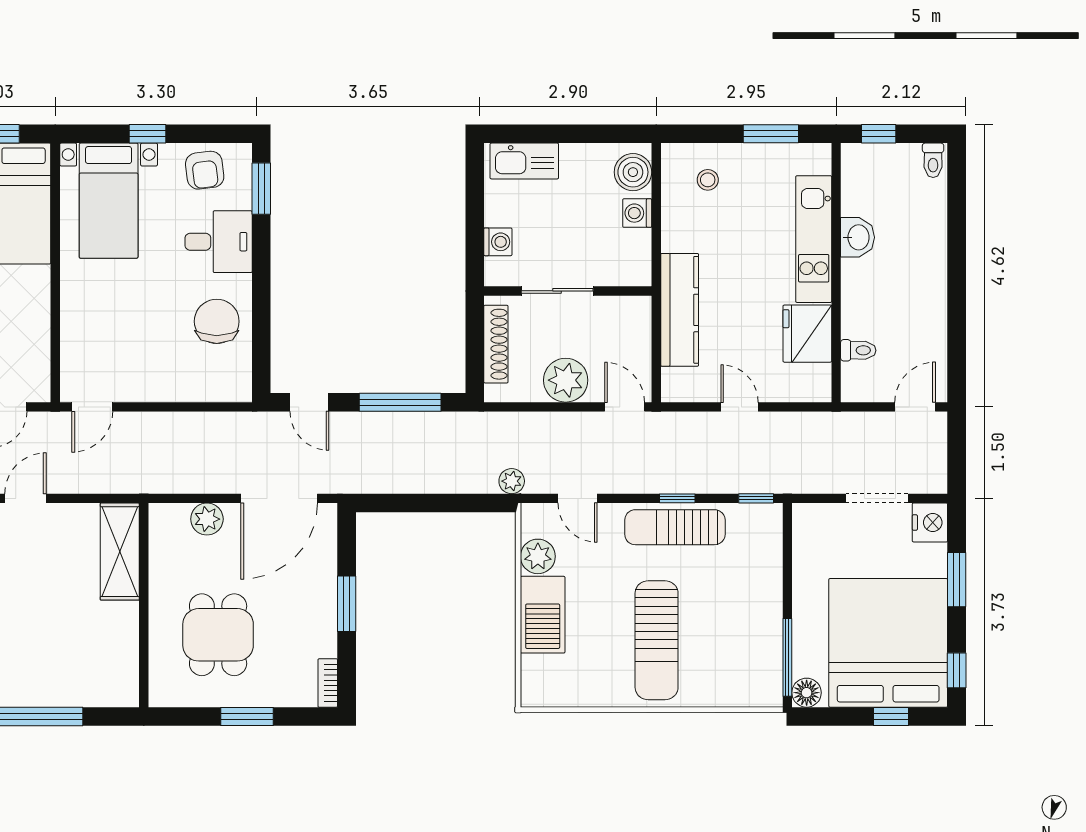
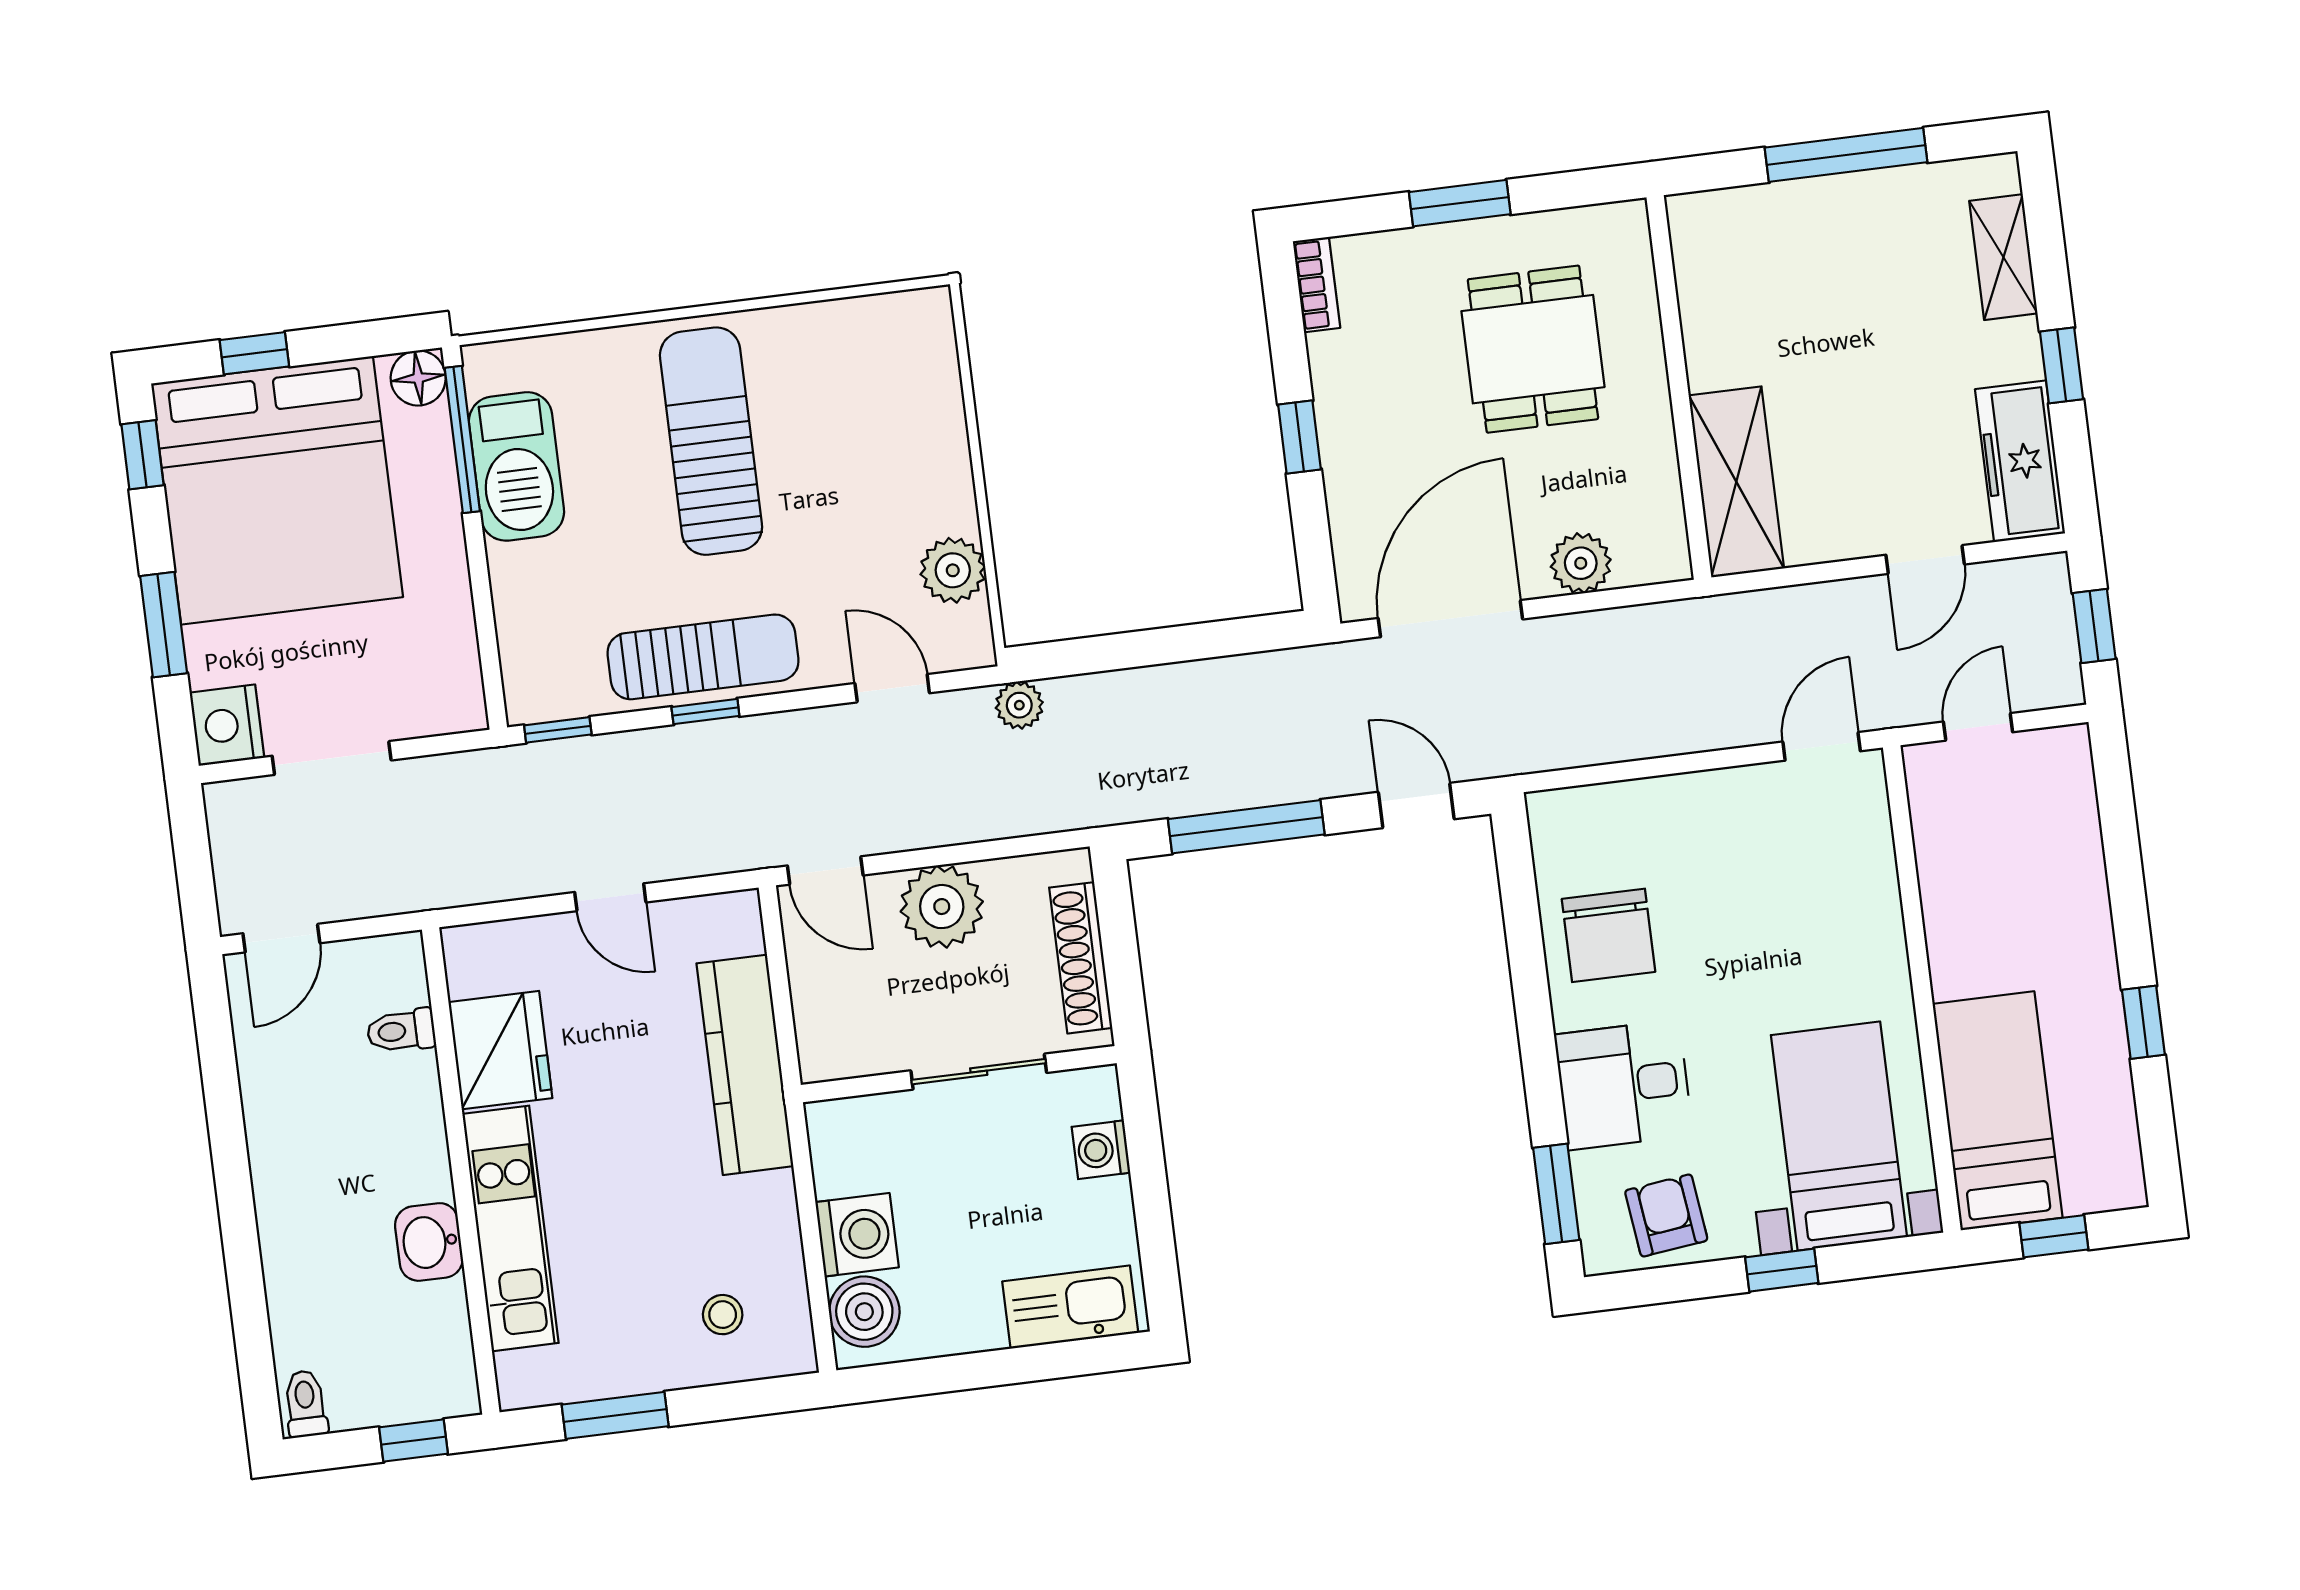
washing machine: (637, 213) -> (857, 1235), width x1.38, depth x1.38
window: (347, 604) -> (1300, 437), width x0.67
barbecue: (543, 615) -> (517, 466), moved, turned 180

